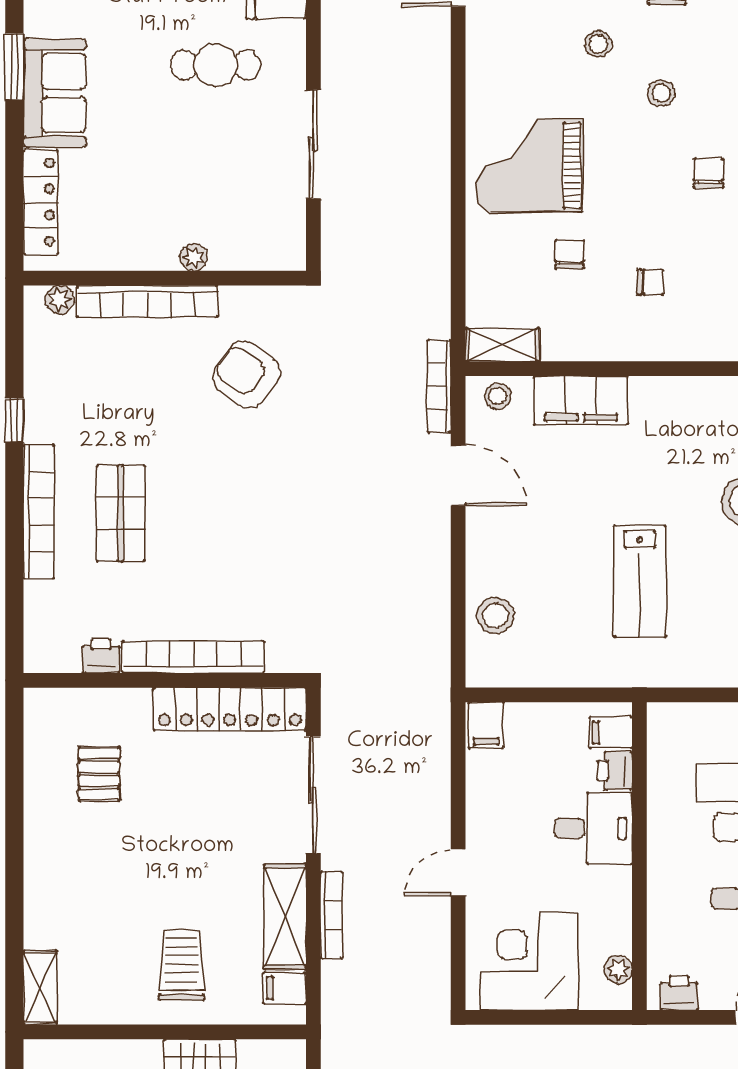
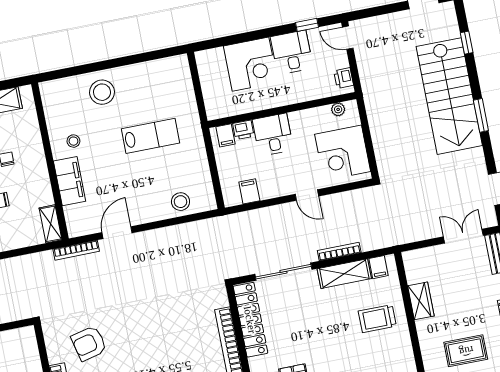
armchair: (246, 375) -> (89, 343), turned 40
stool: (498, 396) -> (73, 141), moved
filing cabinet: (486, 725) -> (249, 191), moved, turned -90

